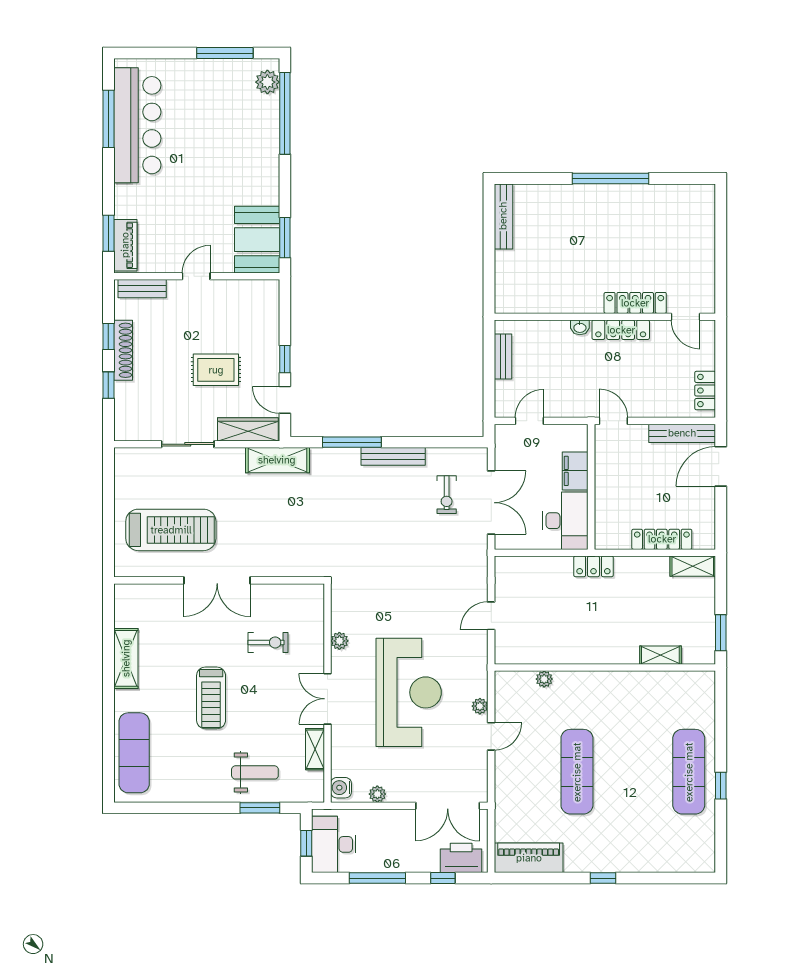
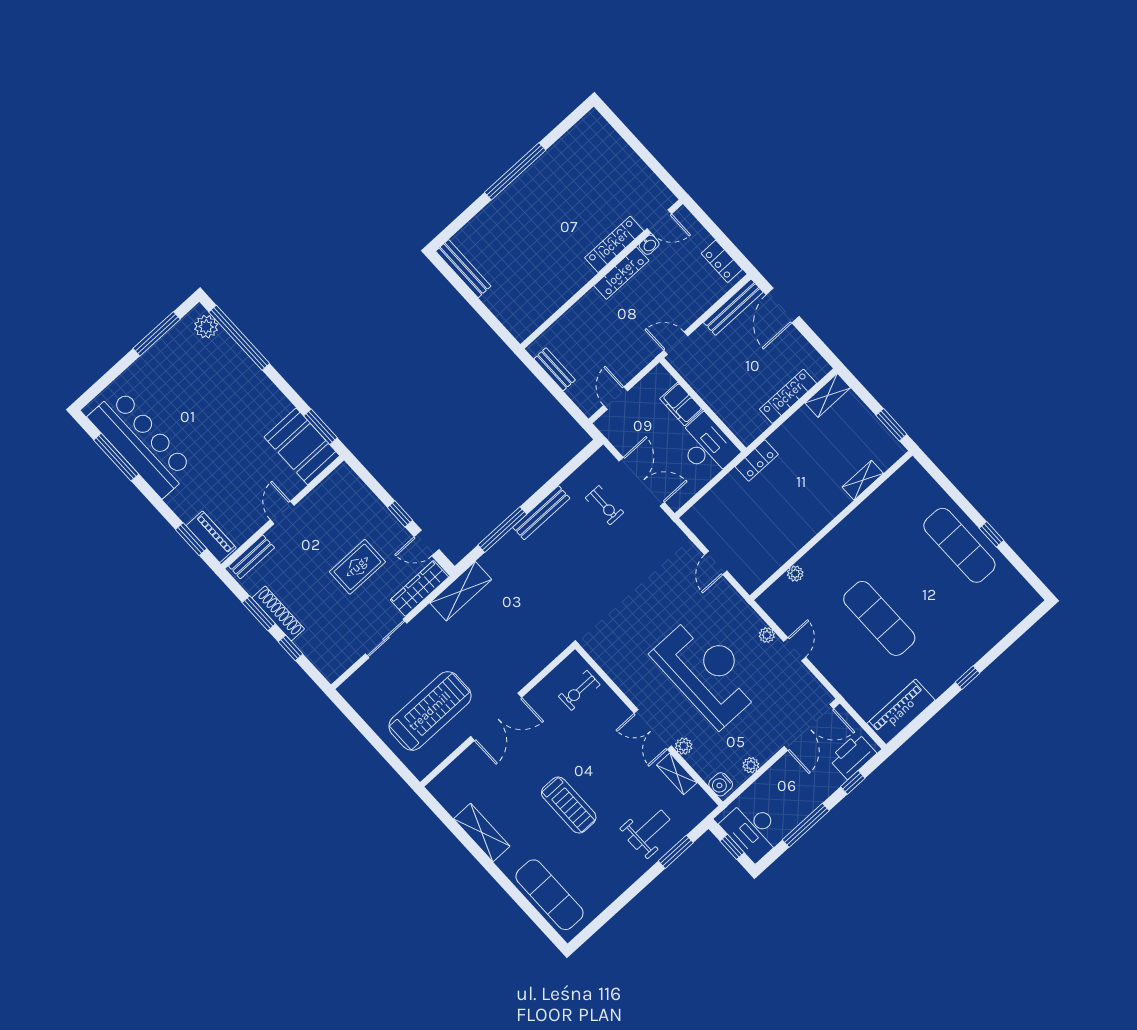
washbasin: (580, 327) -> (649, 245), moved
window: (108, 336) -> (259, 613), width x1.50
plant: (339, 641) -> (684, 746), moved
exercise bike: (268, 642) -> (579, 690), moved, turned 180

